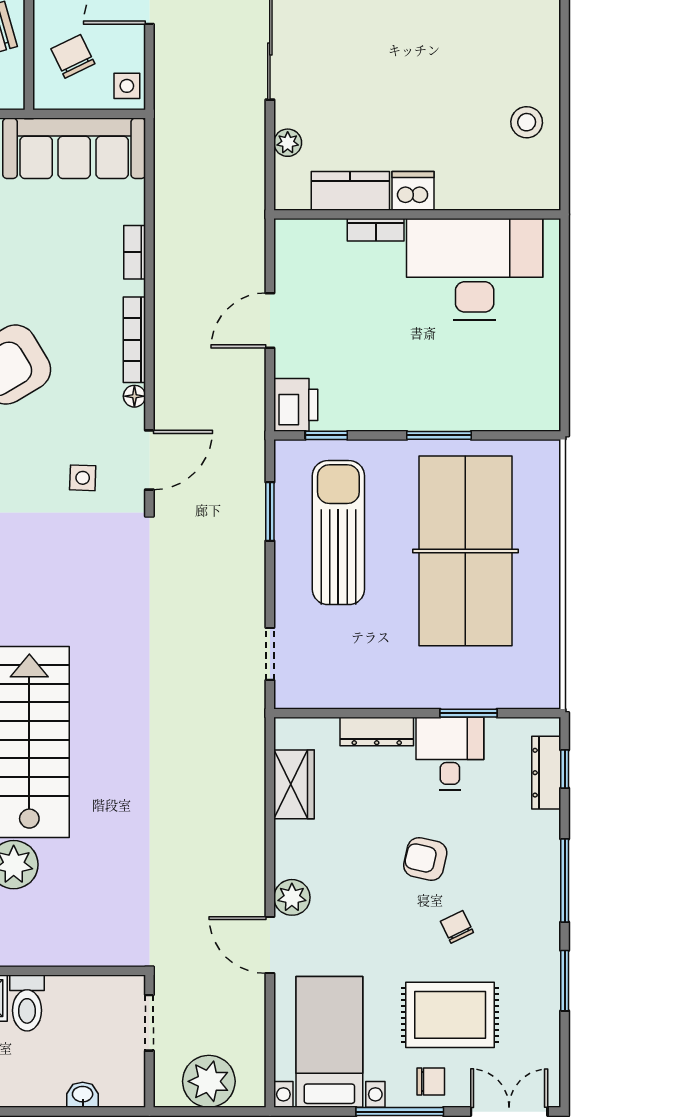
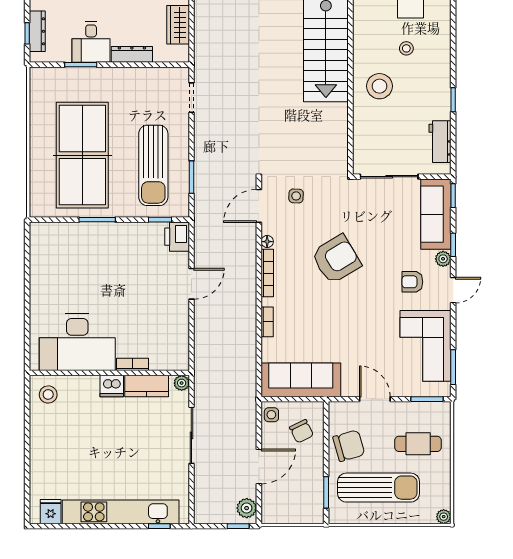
kitchen counter: (350, 191) -> (147, 386), moved
dishwasher: (413, 191) -> (112, 386), moved
wall: (417, 214) -> (109, 373), moved
bookcase: (376, 230) -> (133, 364), moved
desk: (475, 269) -> (77, 342), moved

